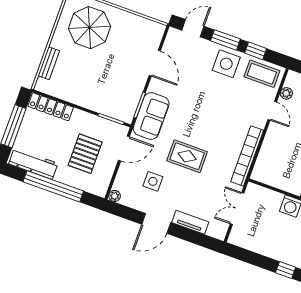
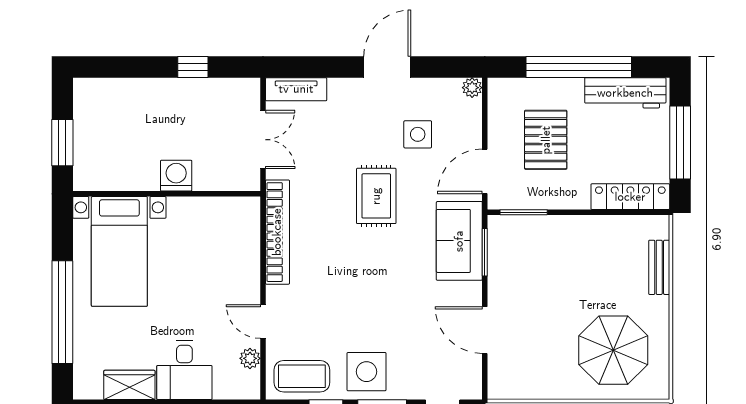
rug: (187, 156) -> (376, 196), turned 90
tv unit: (190, 222) -> (296, 89), moved
window: (286, 270) -> (193, 67), moved

